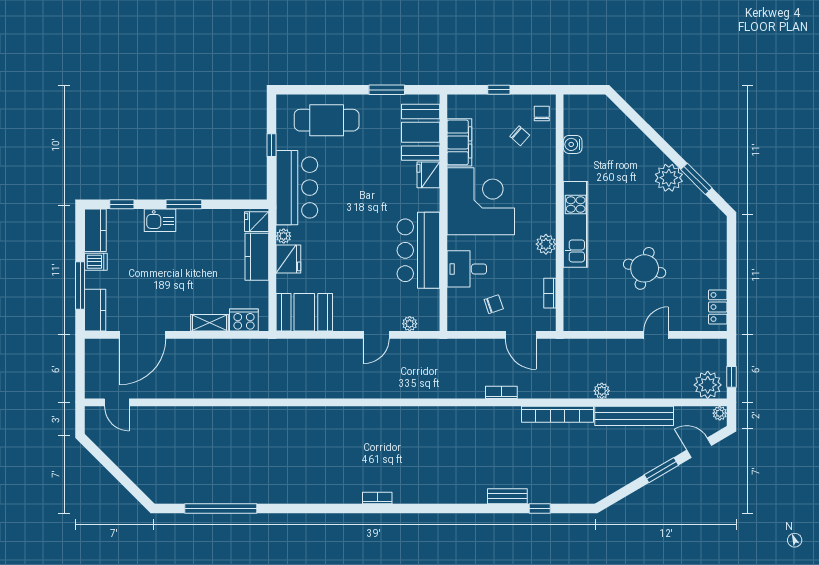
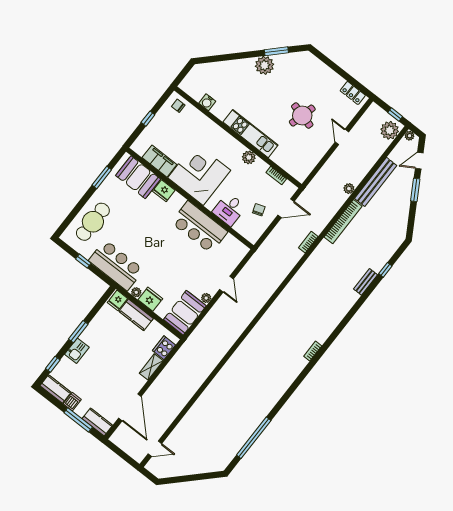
chair: (520, 136) -> (181, 126), removed
plant: (410, 324) -> (206, 298), moved

